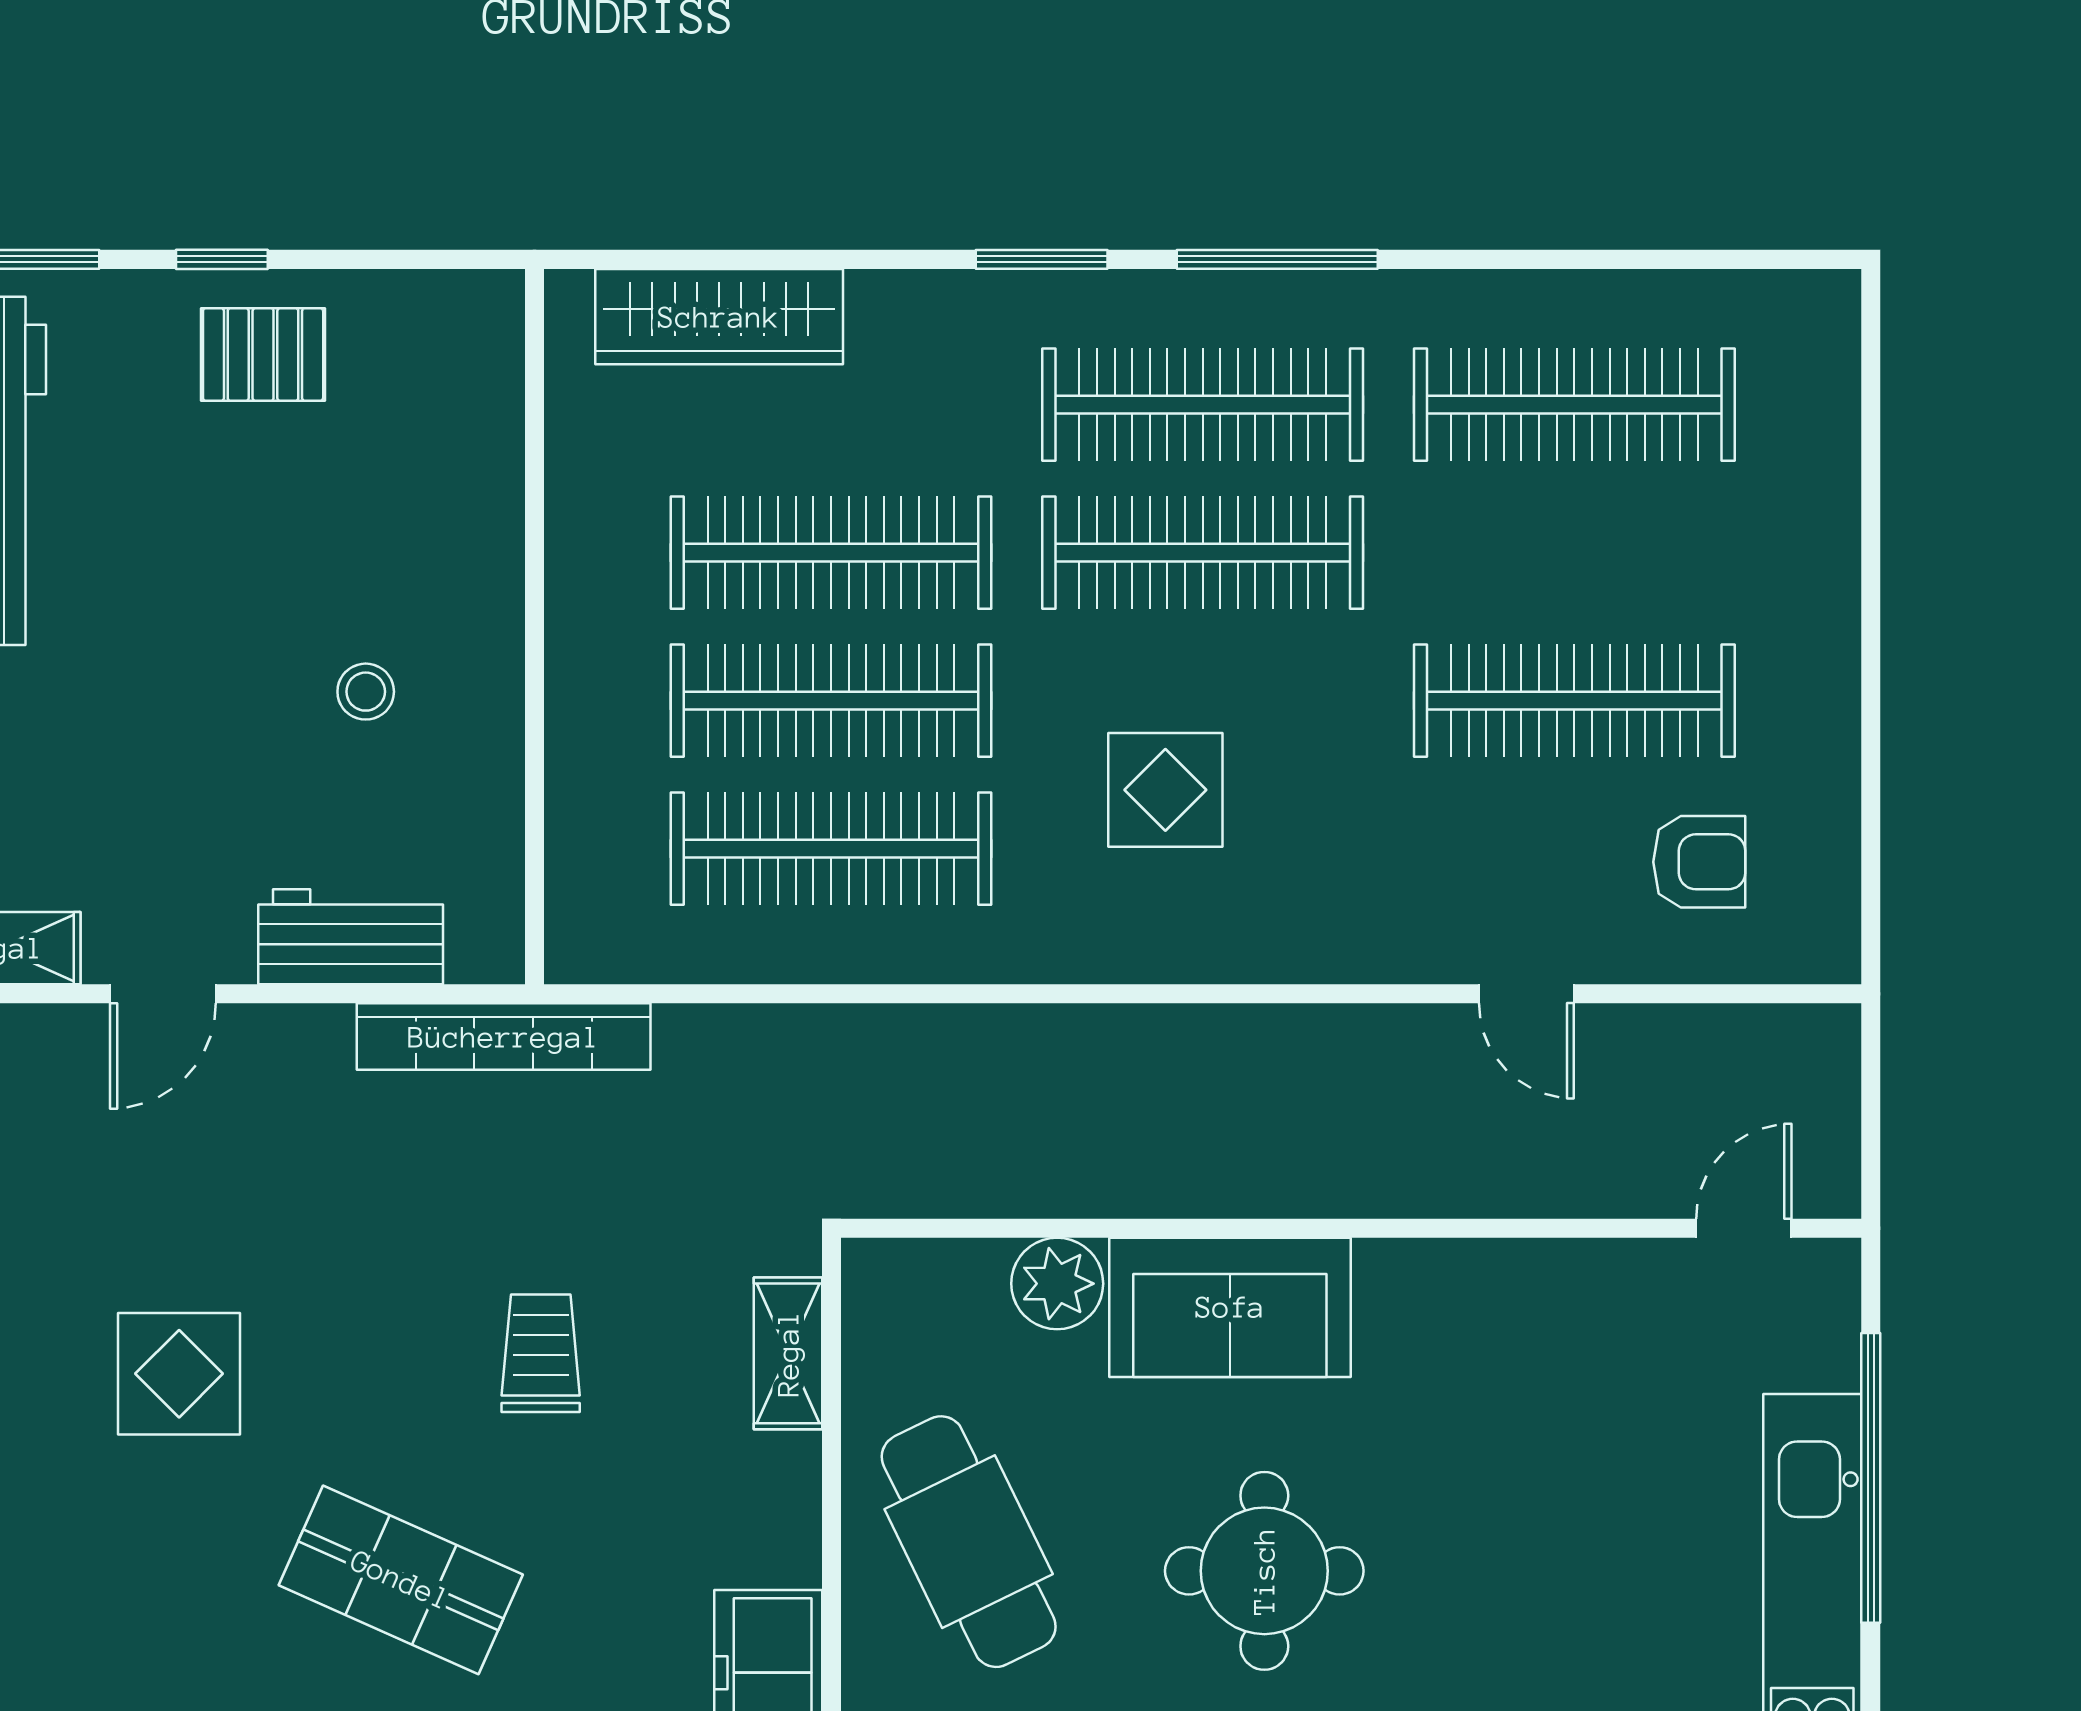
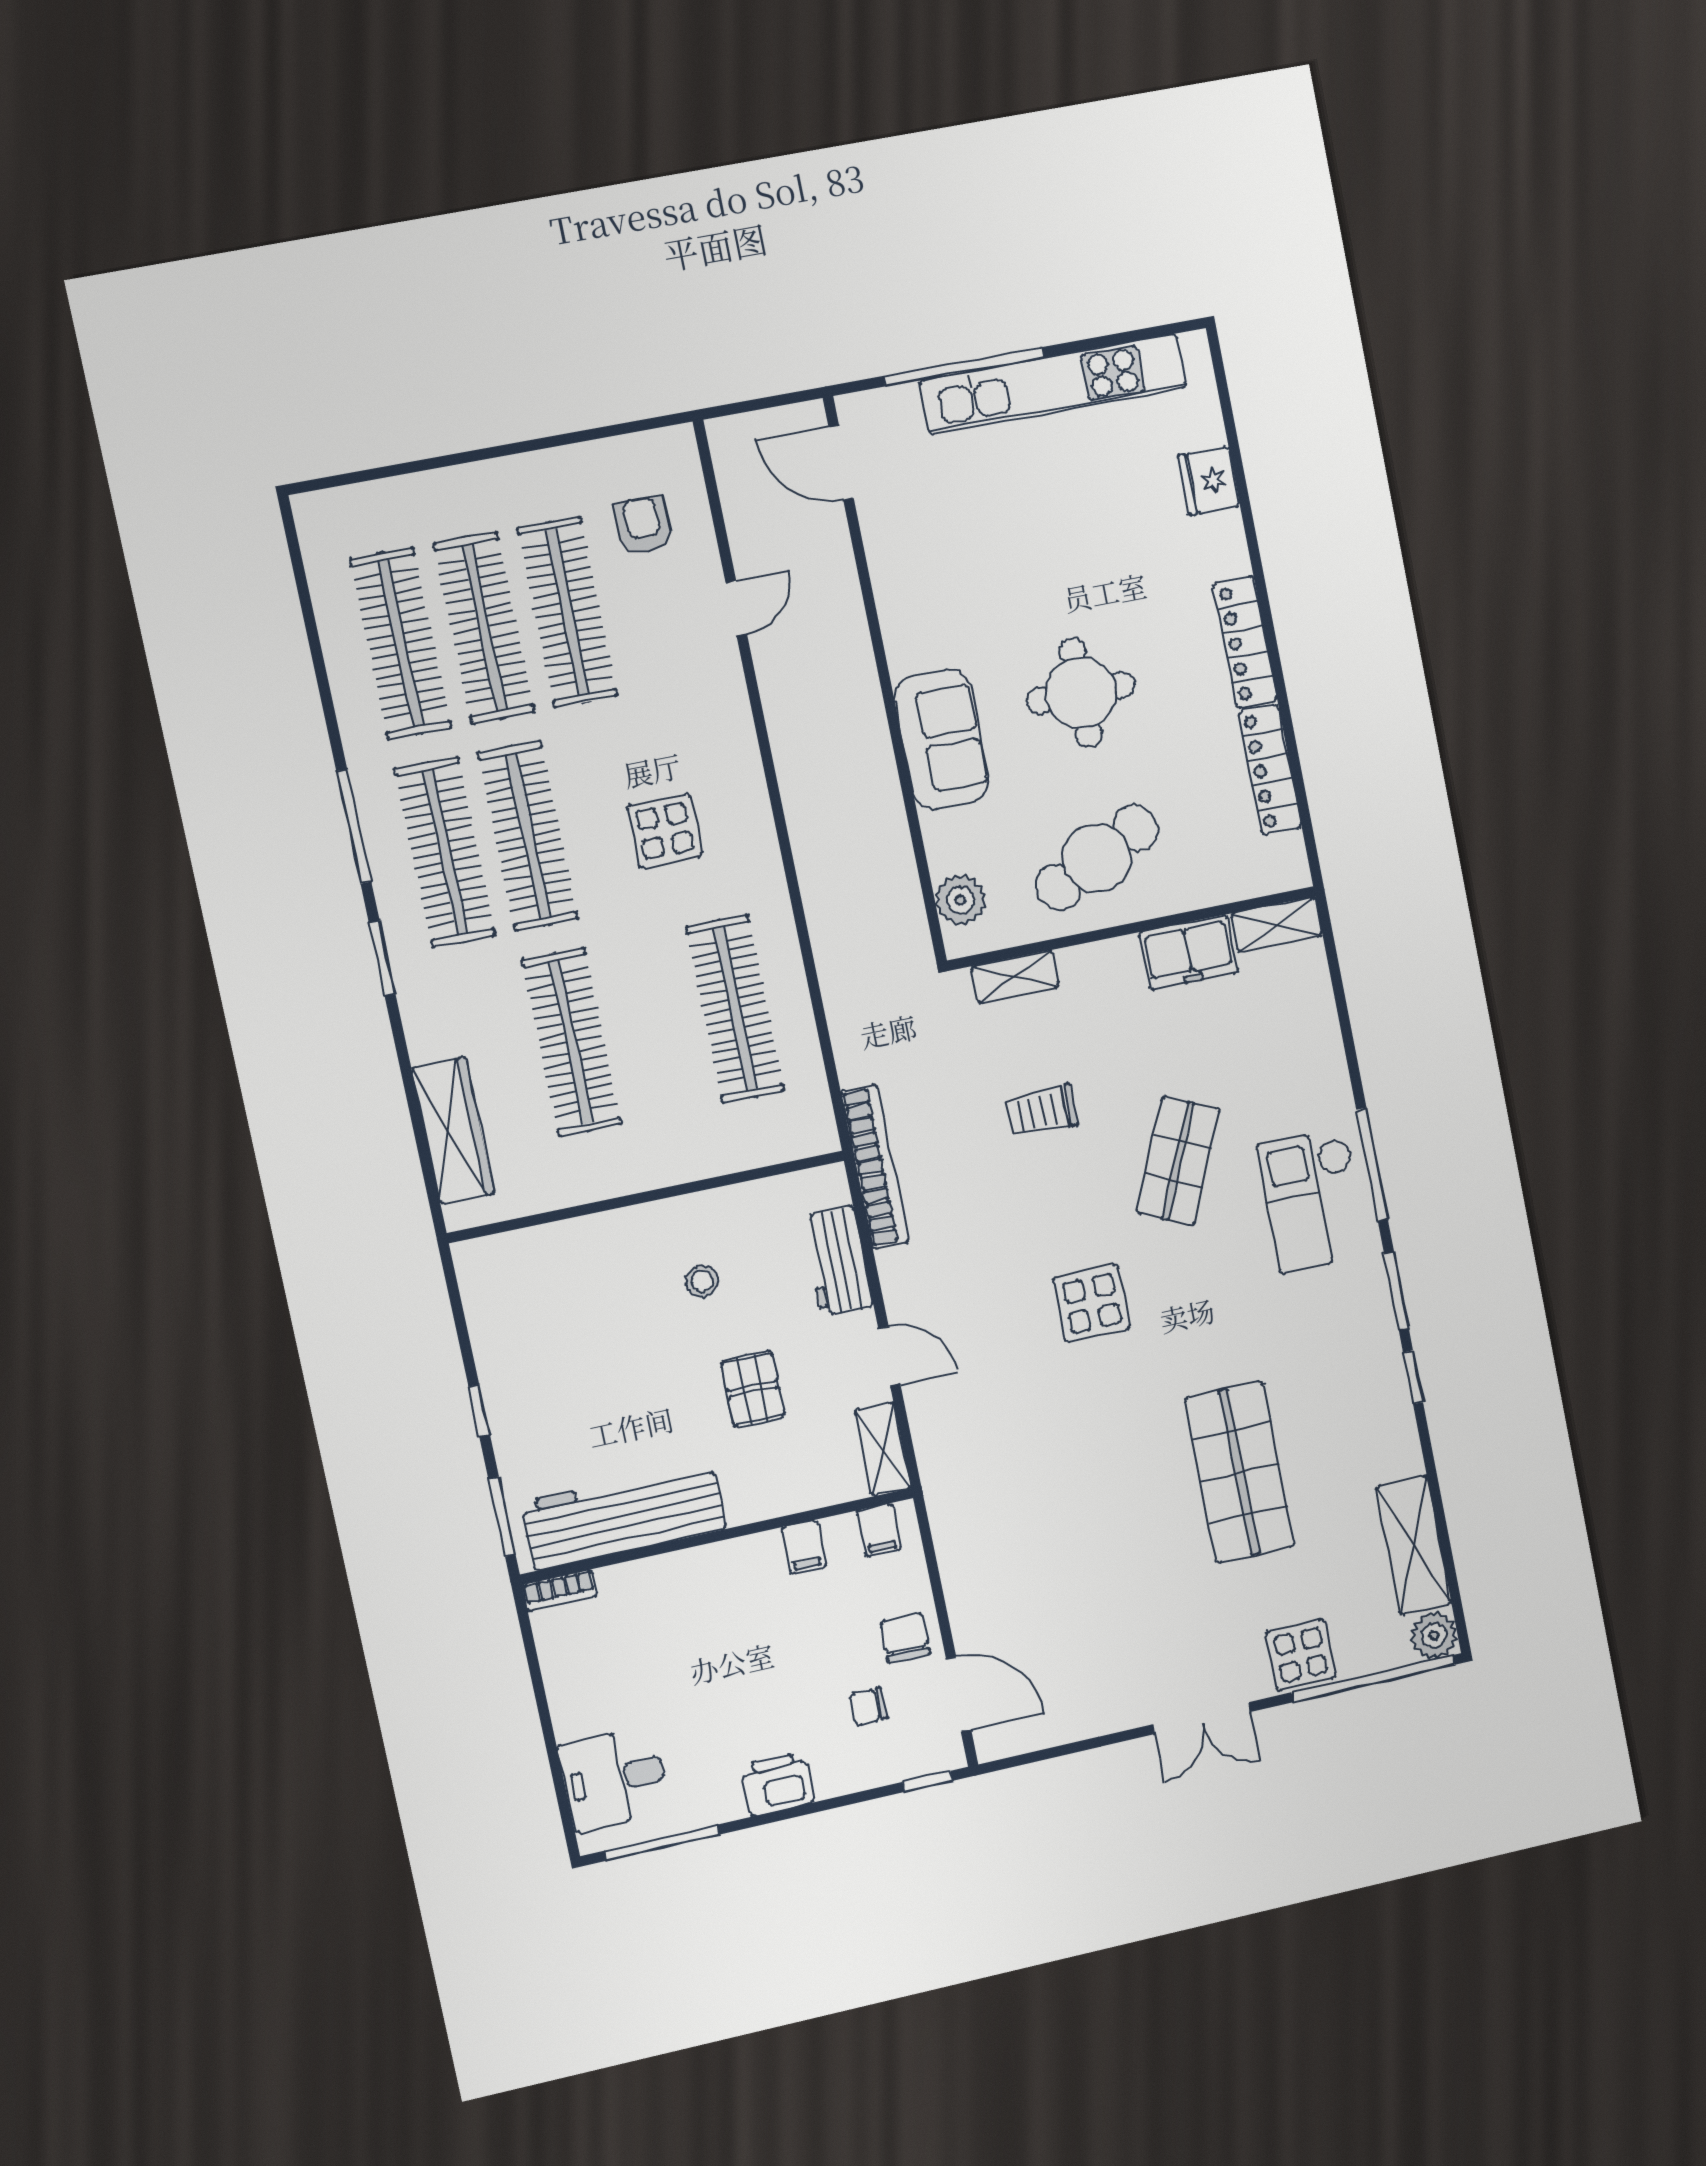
pallet: (263, 354) -> (753, 1389), moved
clothes rail: (831, 701) -> (484, 628), moved
door: (1744, 1228) -> (841, 463), width x1.38
plant: (1057, 1284) -> (960, 900), moved

